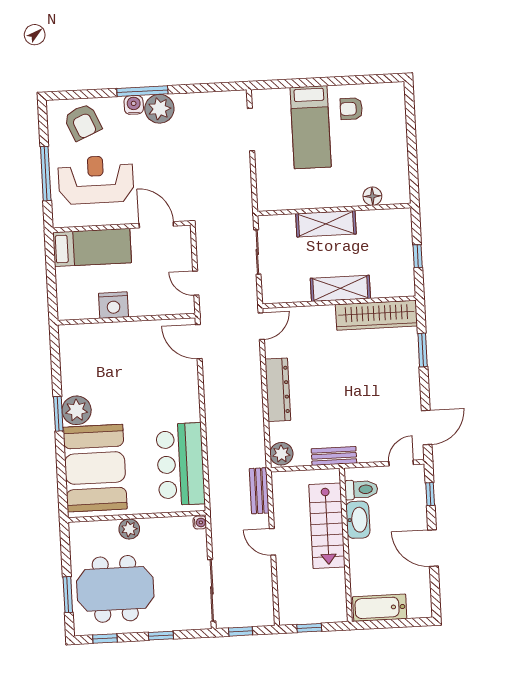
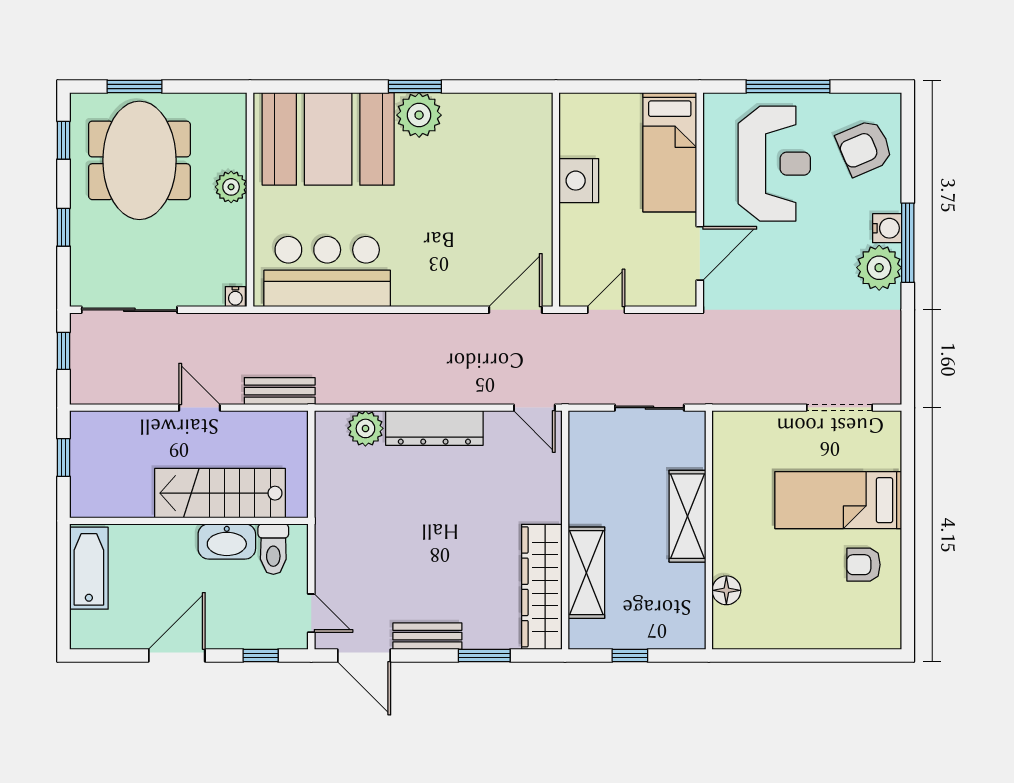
armchair: (351, 109) -> (863, 565), turned -90
shelving: (340, 288) -> (586, 573), moved
plant: (281, 454) -> (365, 428), moved
bench: (334, 456) -> (427, 636), moved, turned 90
door: (273, 542) -> (199, 408), hinge flipped

